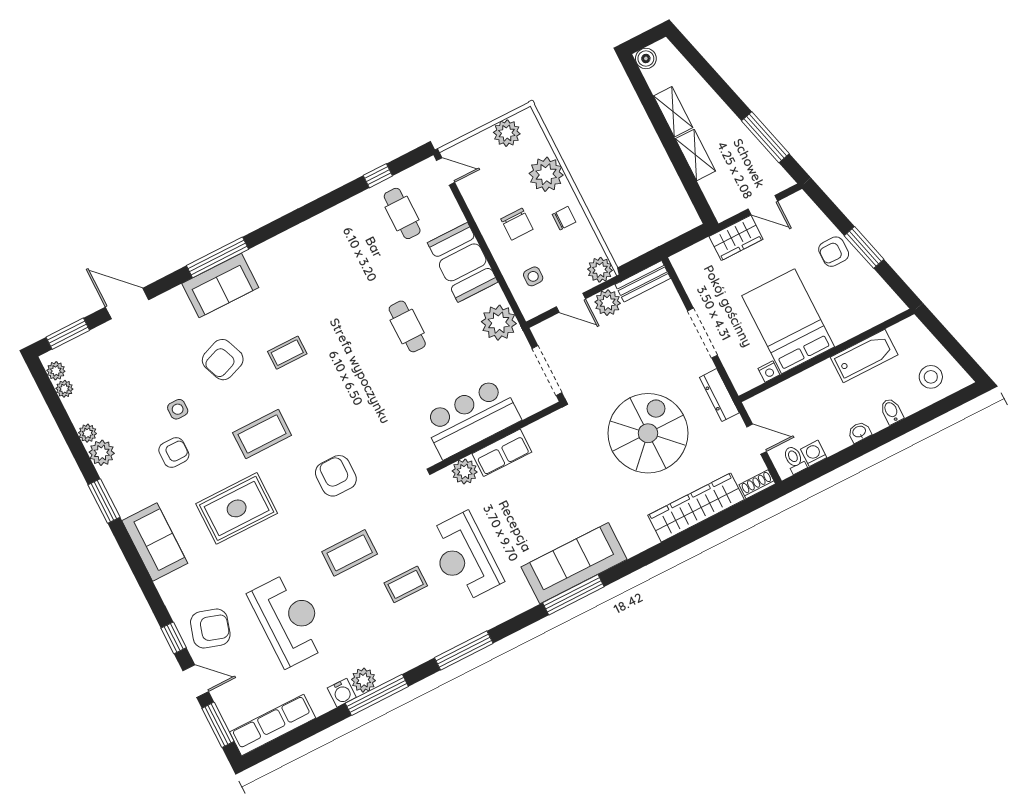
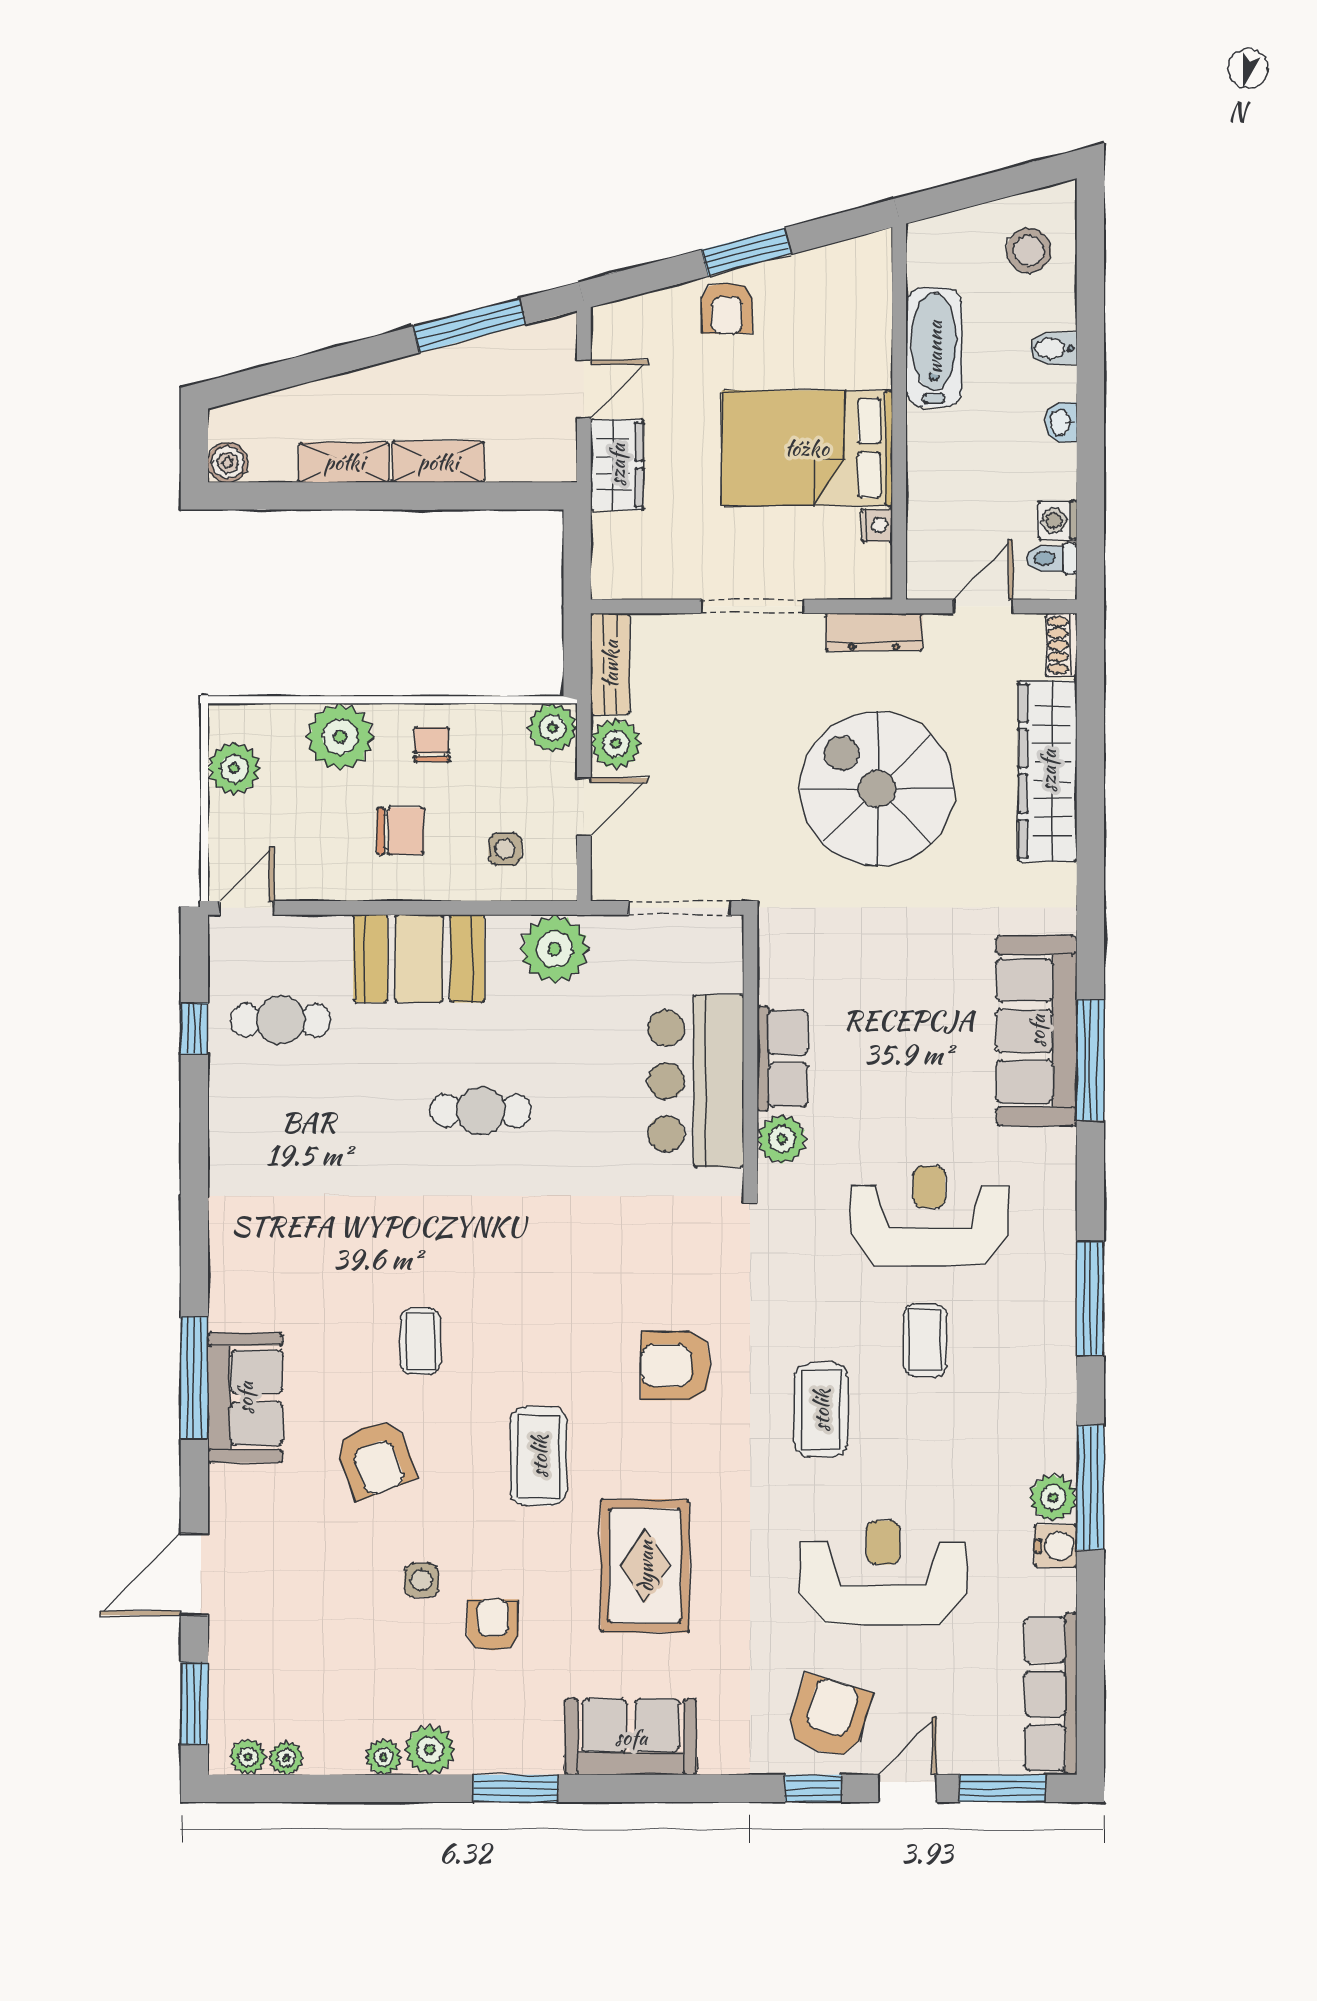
reception desk: (464, 557) -> (929, 1216), turned 180

